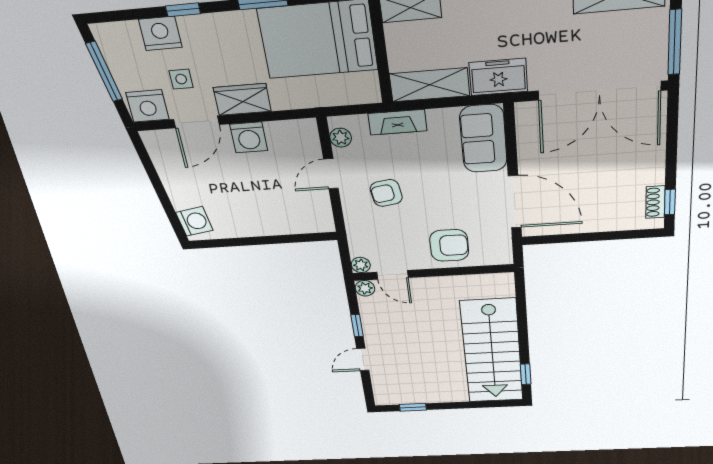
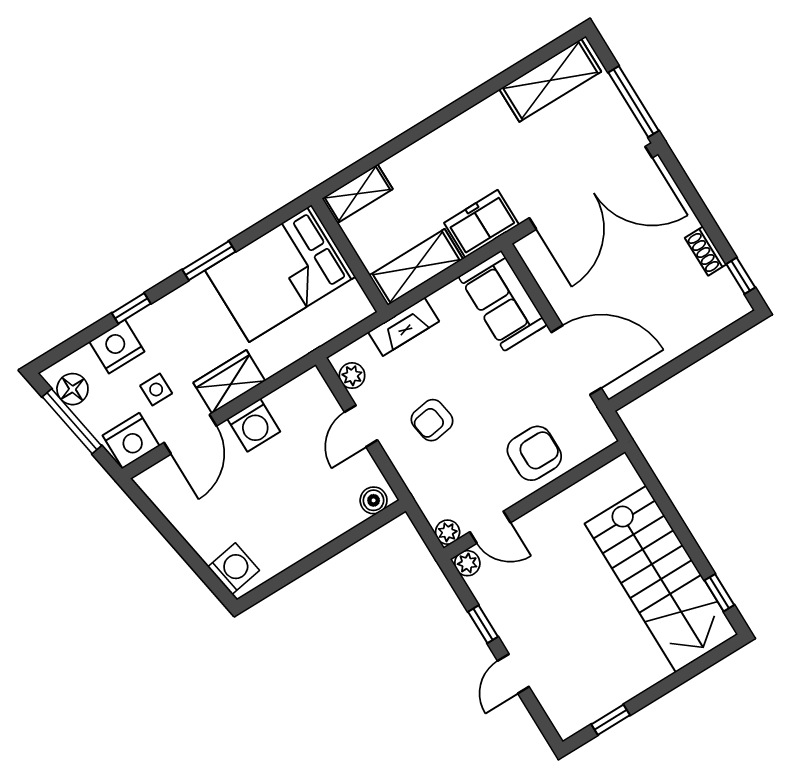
floor lamp: (112, 49) -> (72, 389), added
shoe rack: (655, 202) -> (706, 251), moved
boiler: (317, 224) -> (374, 500), added

